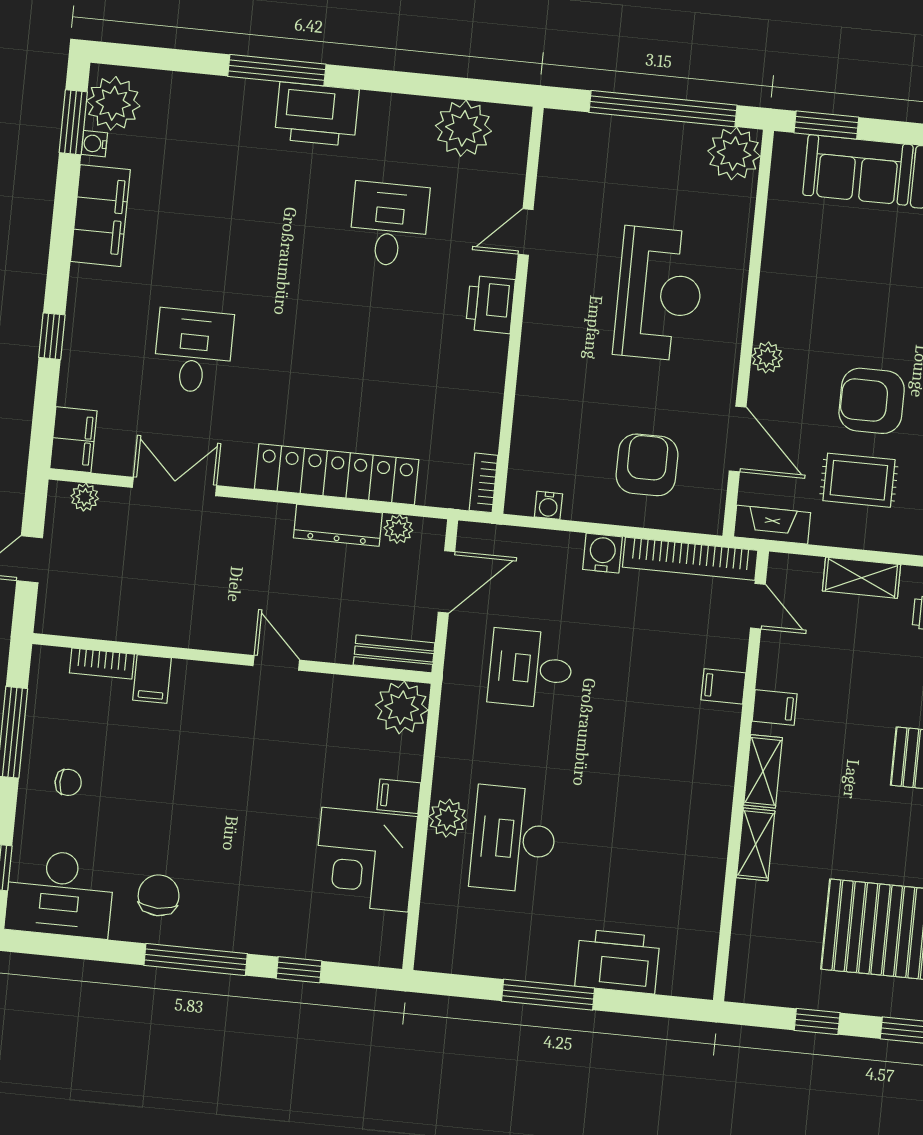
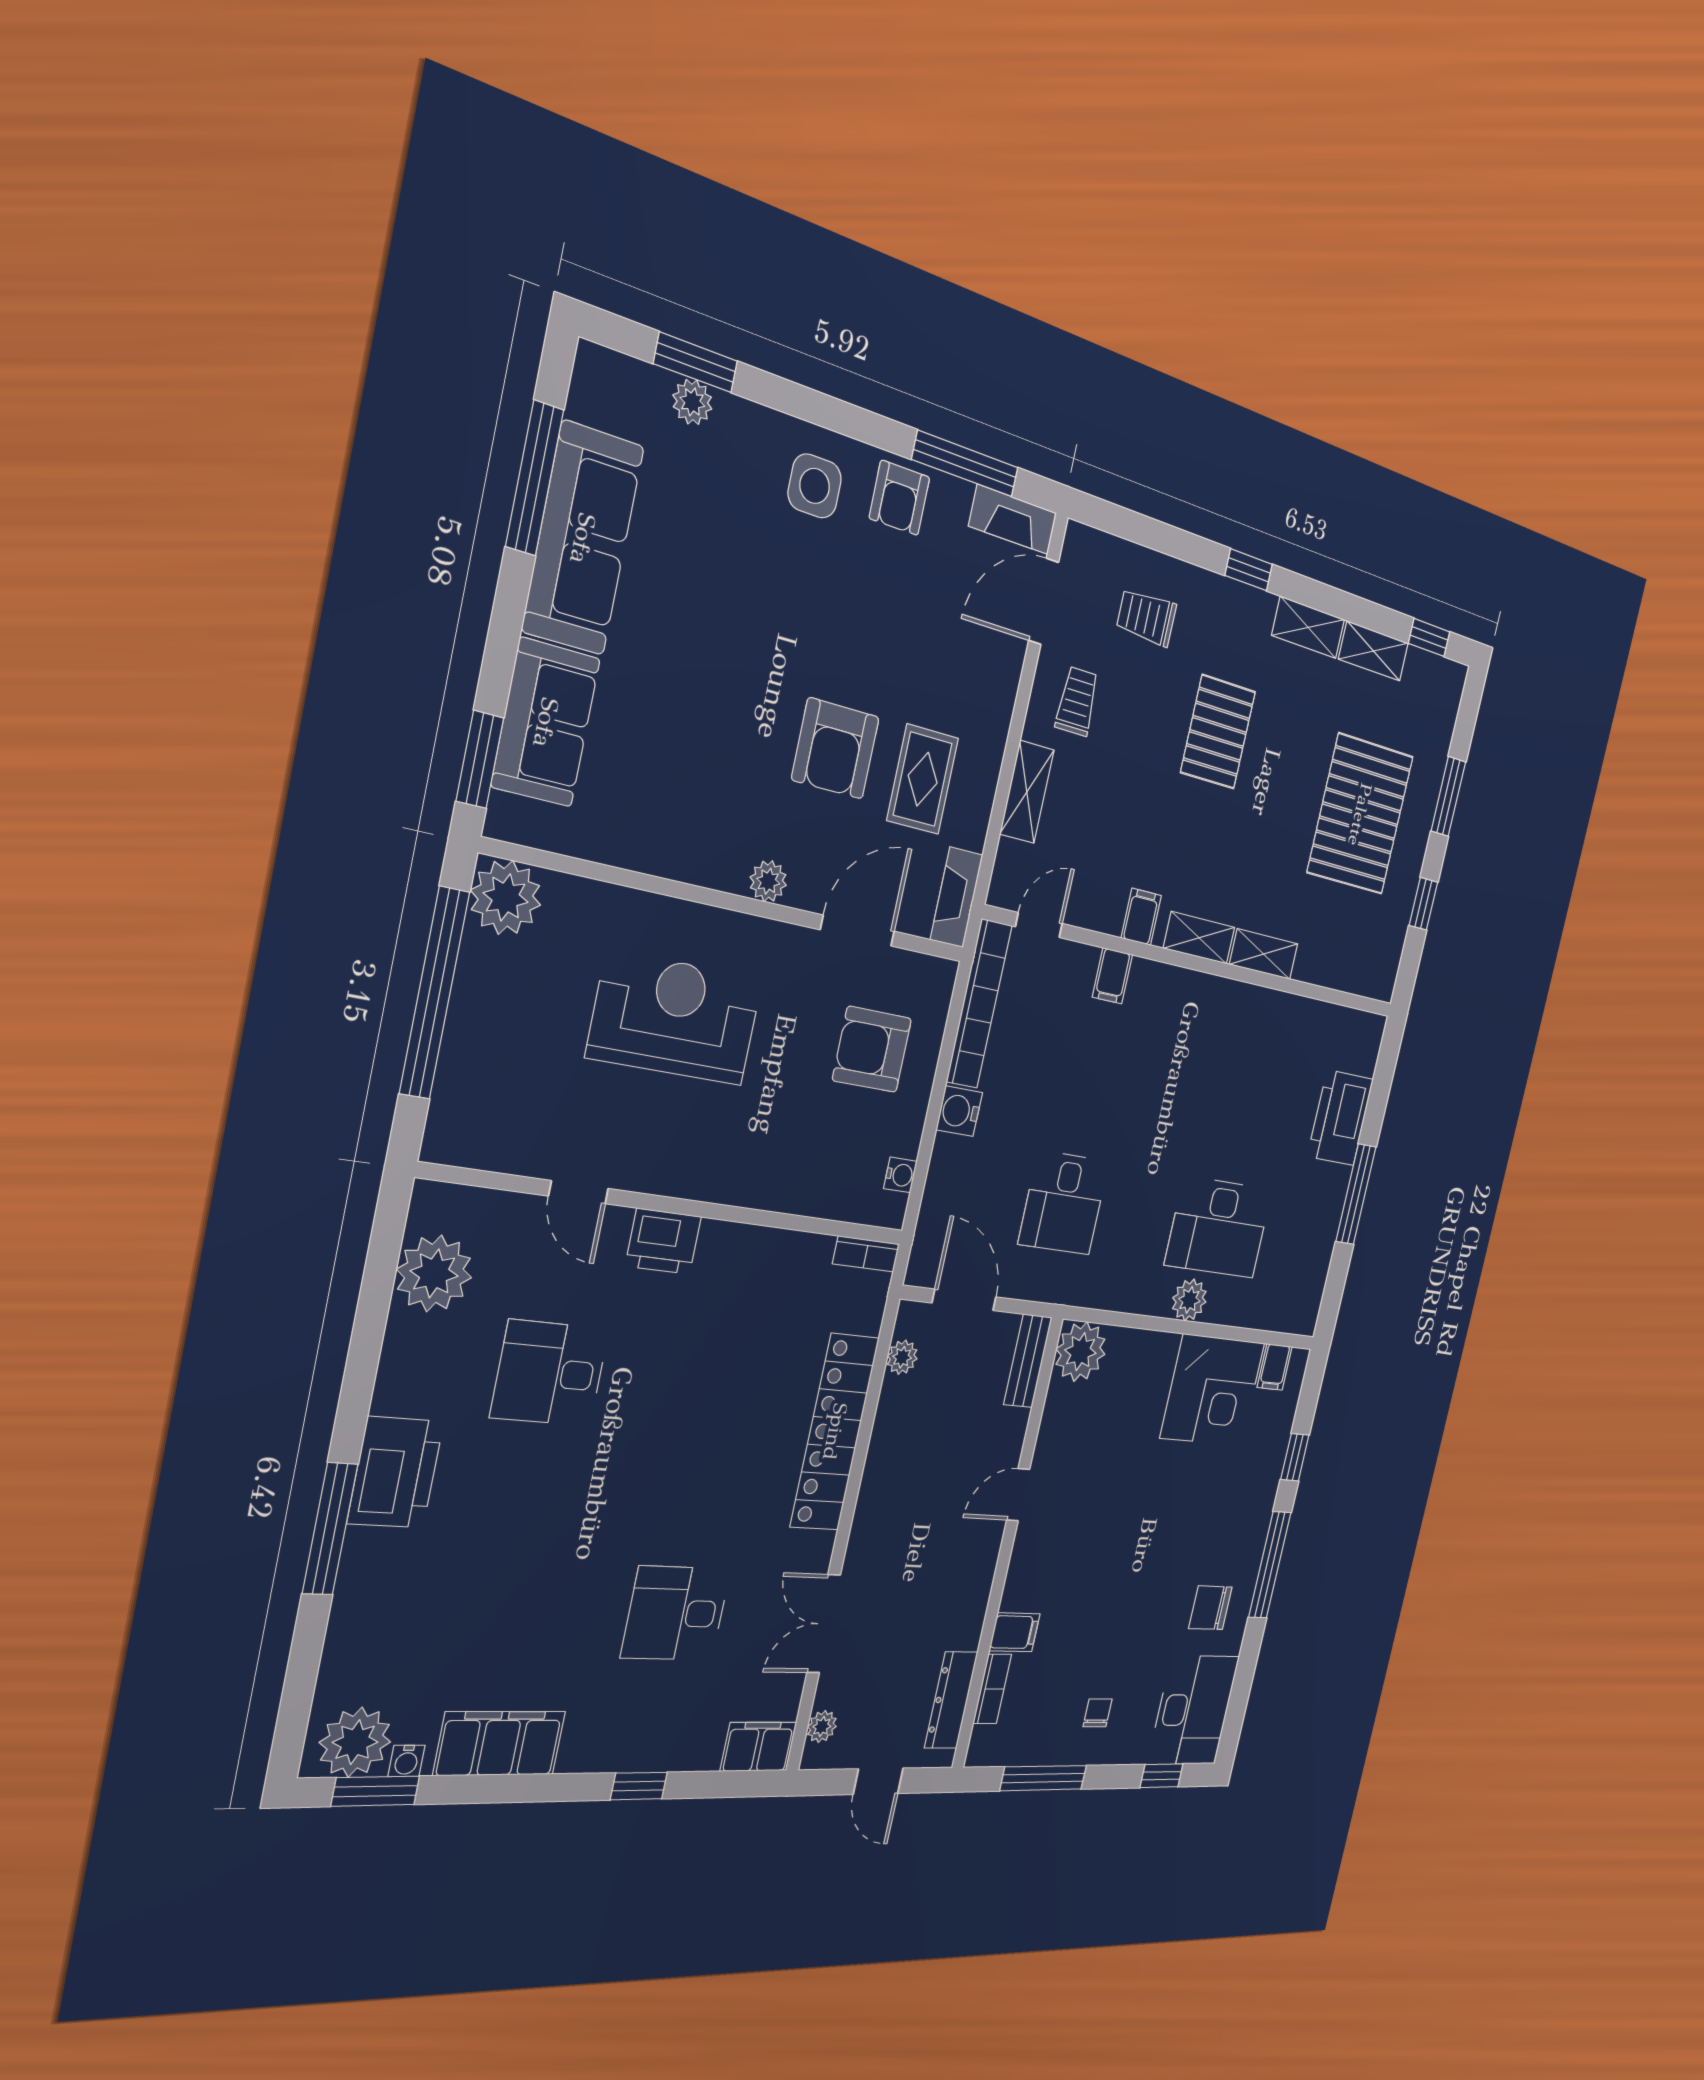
dresser: (338, 525) -> (951, 1700), moved, turned 180
filing cabinet: (399, 796) -> (1275, 1367), moved

